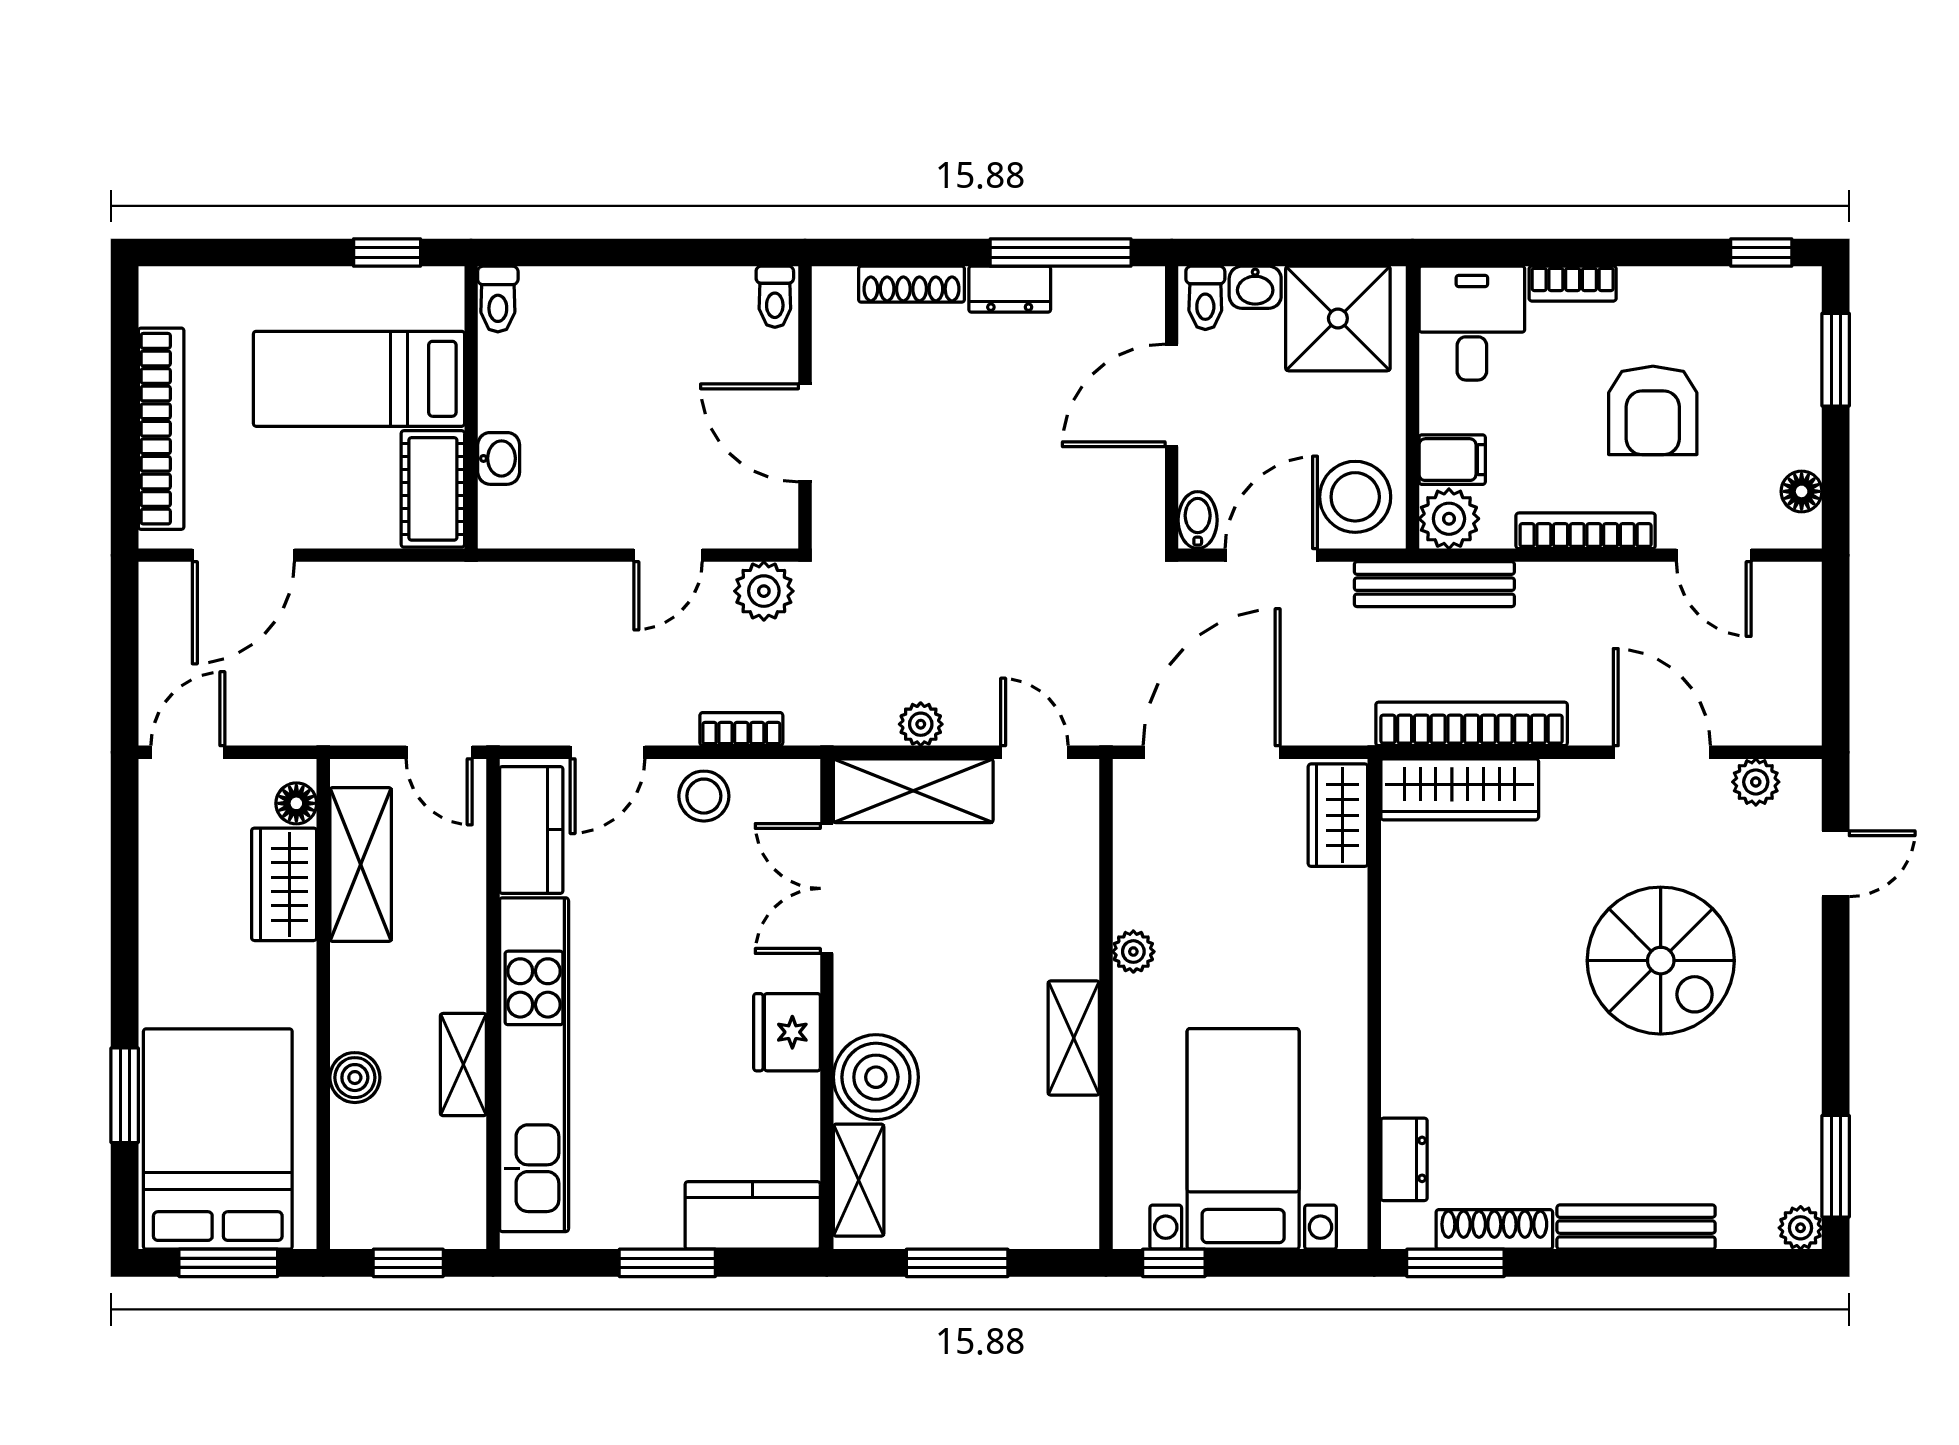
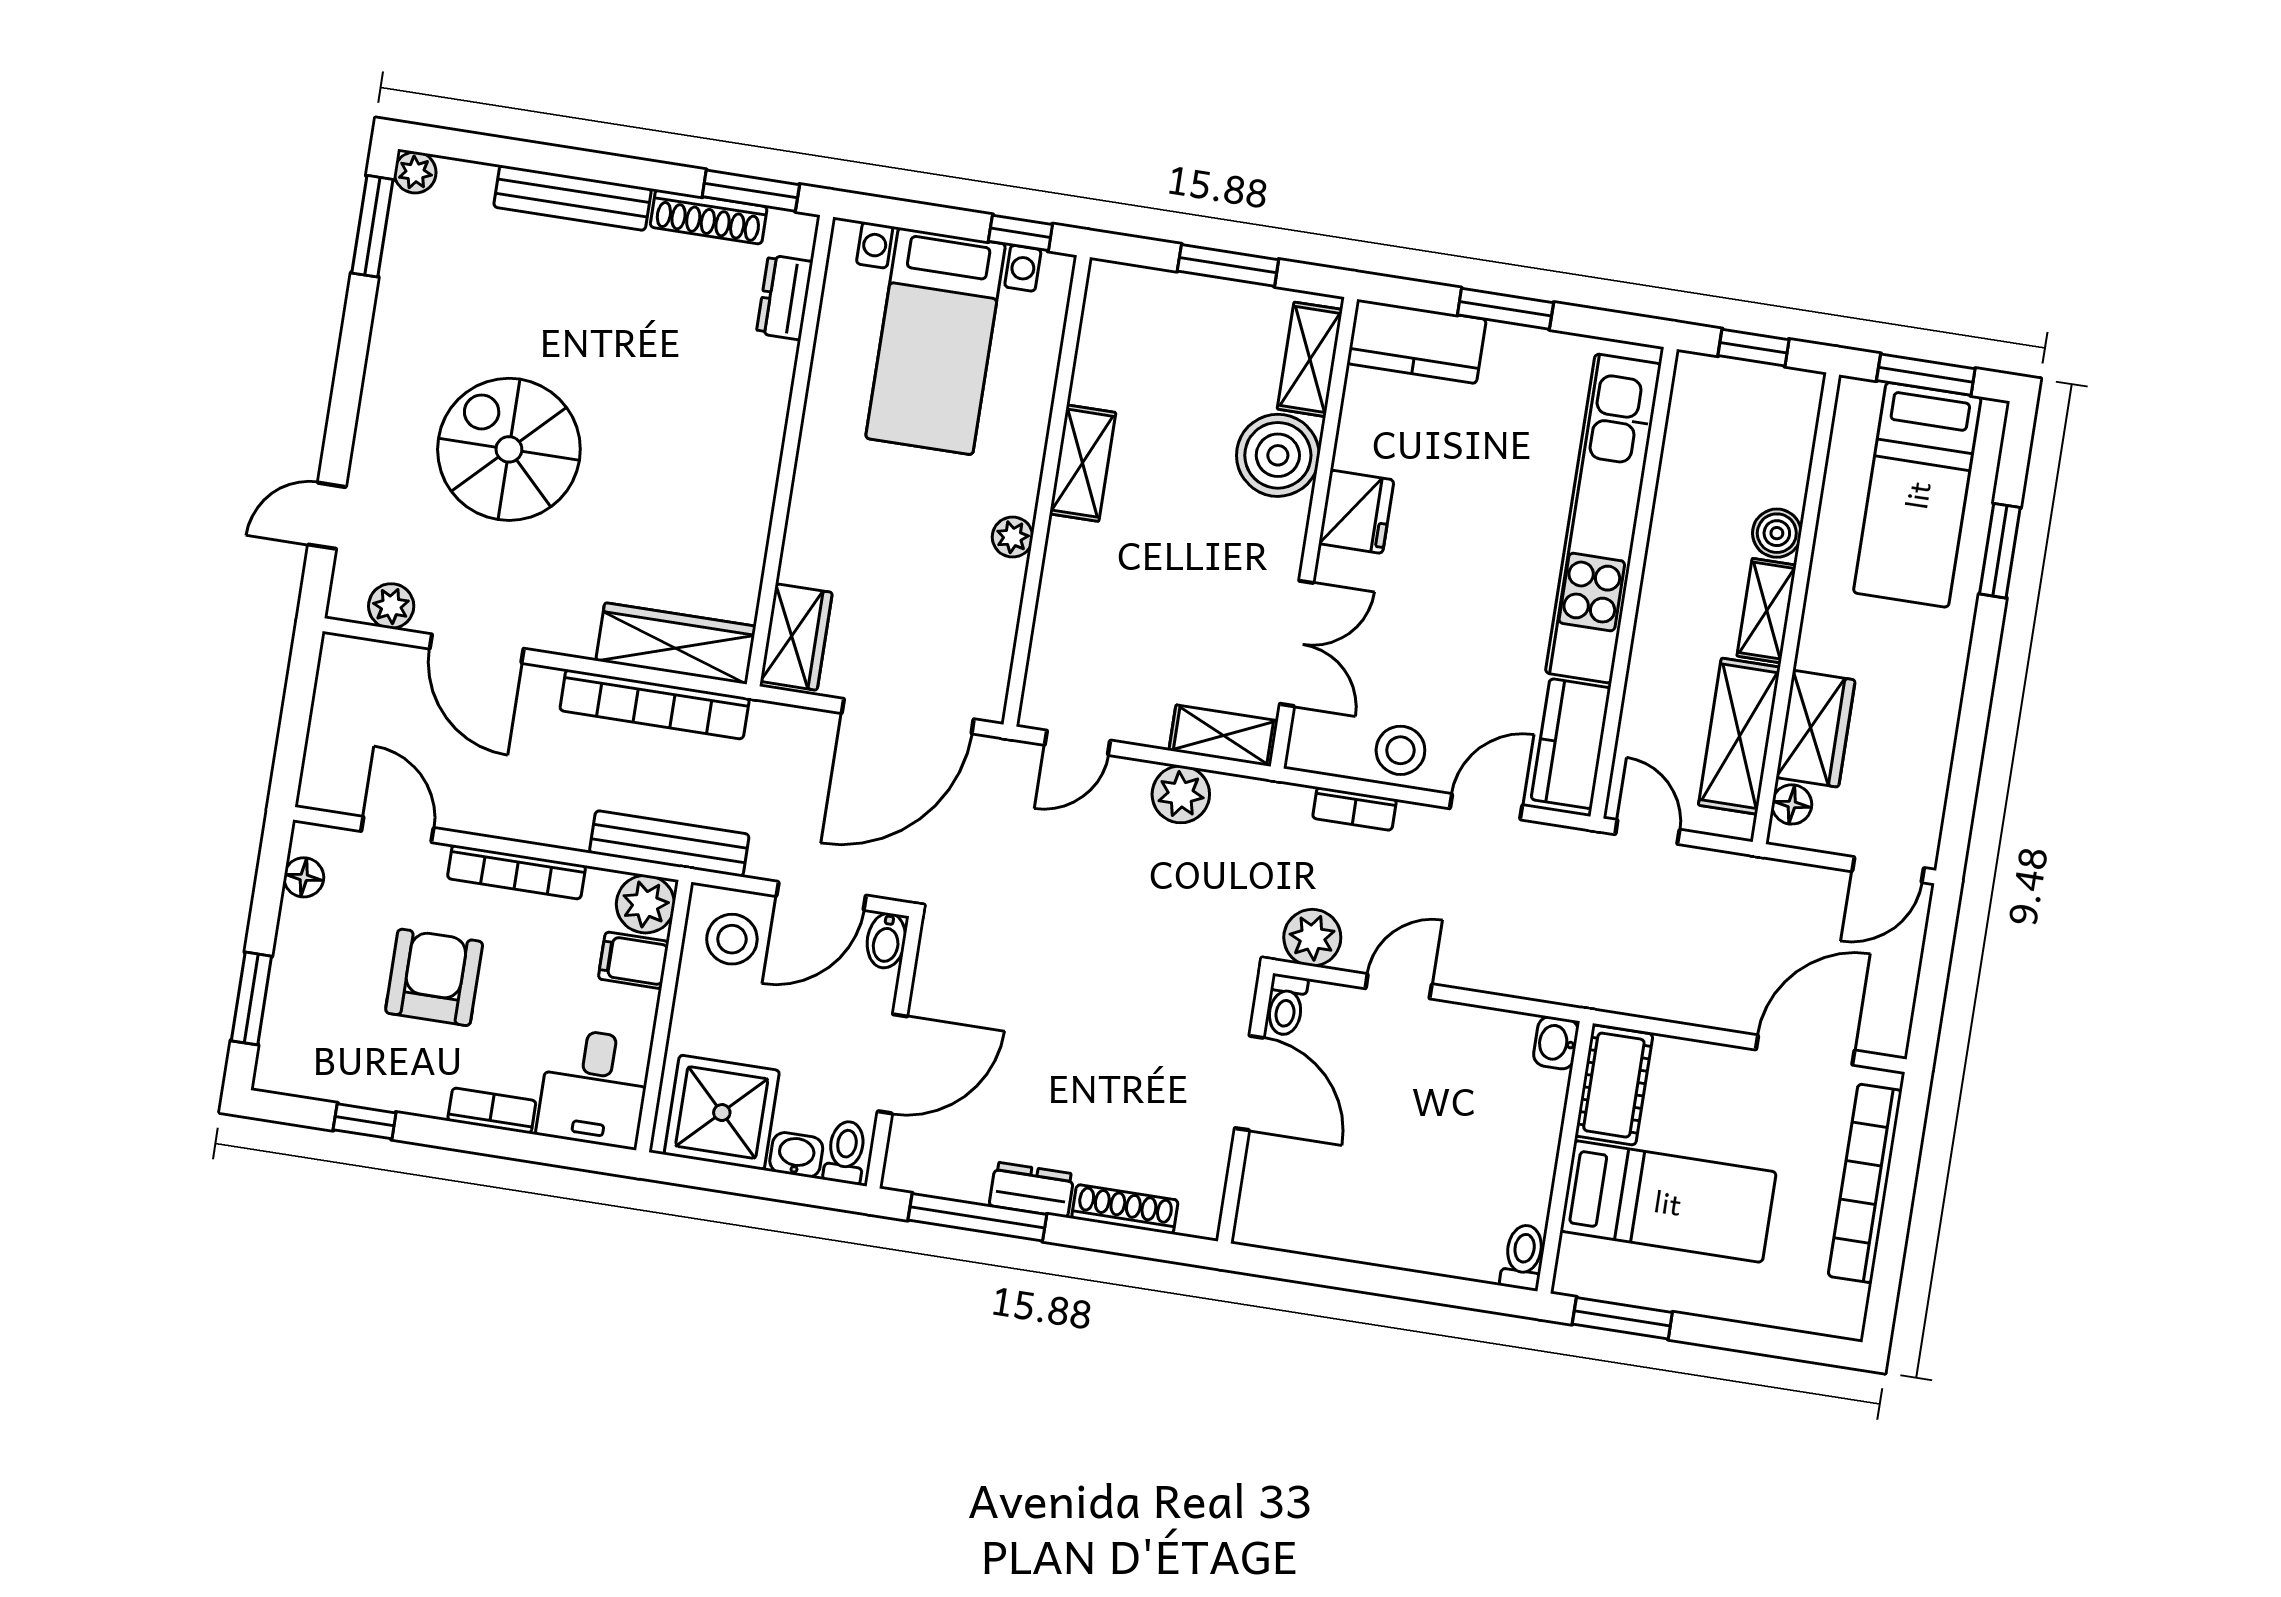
window: (387, 253) -> (1622, 1318), width x1.50
window: (1761, 253) -> (365, 1121), moved
toilet: (775, 297) -> (1286, 1005), moved, turned 180
washbasin: (499, 458) -> (1556, 1043), moved
stool: (1355, 497) -> (732, 939), width x0.73, depth x0.73
plant: (921, 724) -> (1181, 794), width x1.38, depth x1.38
door: (1034, 752) -> (1077, 743), hinge flipped
shelving: (913, 791) -> (1223, 736), width x0.67, depth x0.75
shelving: (463, 1065) -> (1767, 611), moved
bed: (218, 1139) -> (1917, 495), width x0.67

